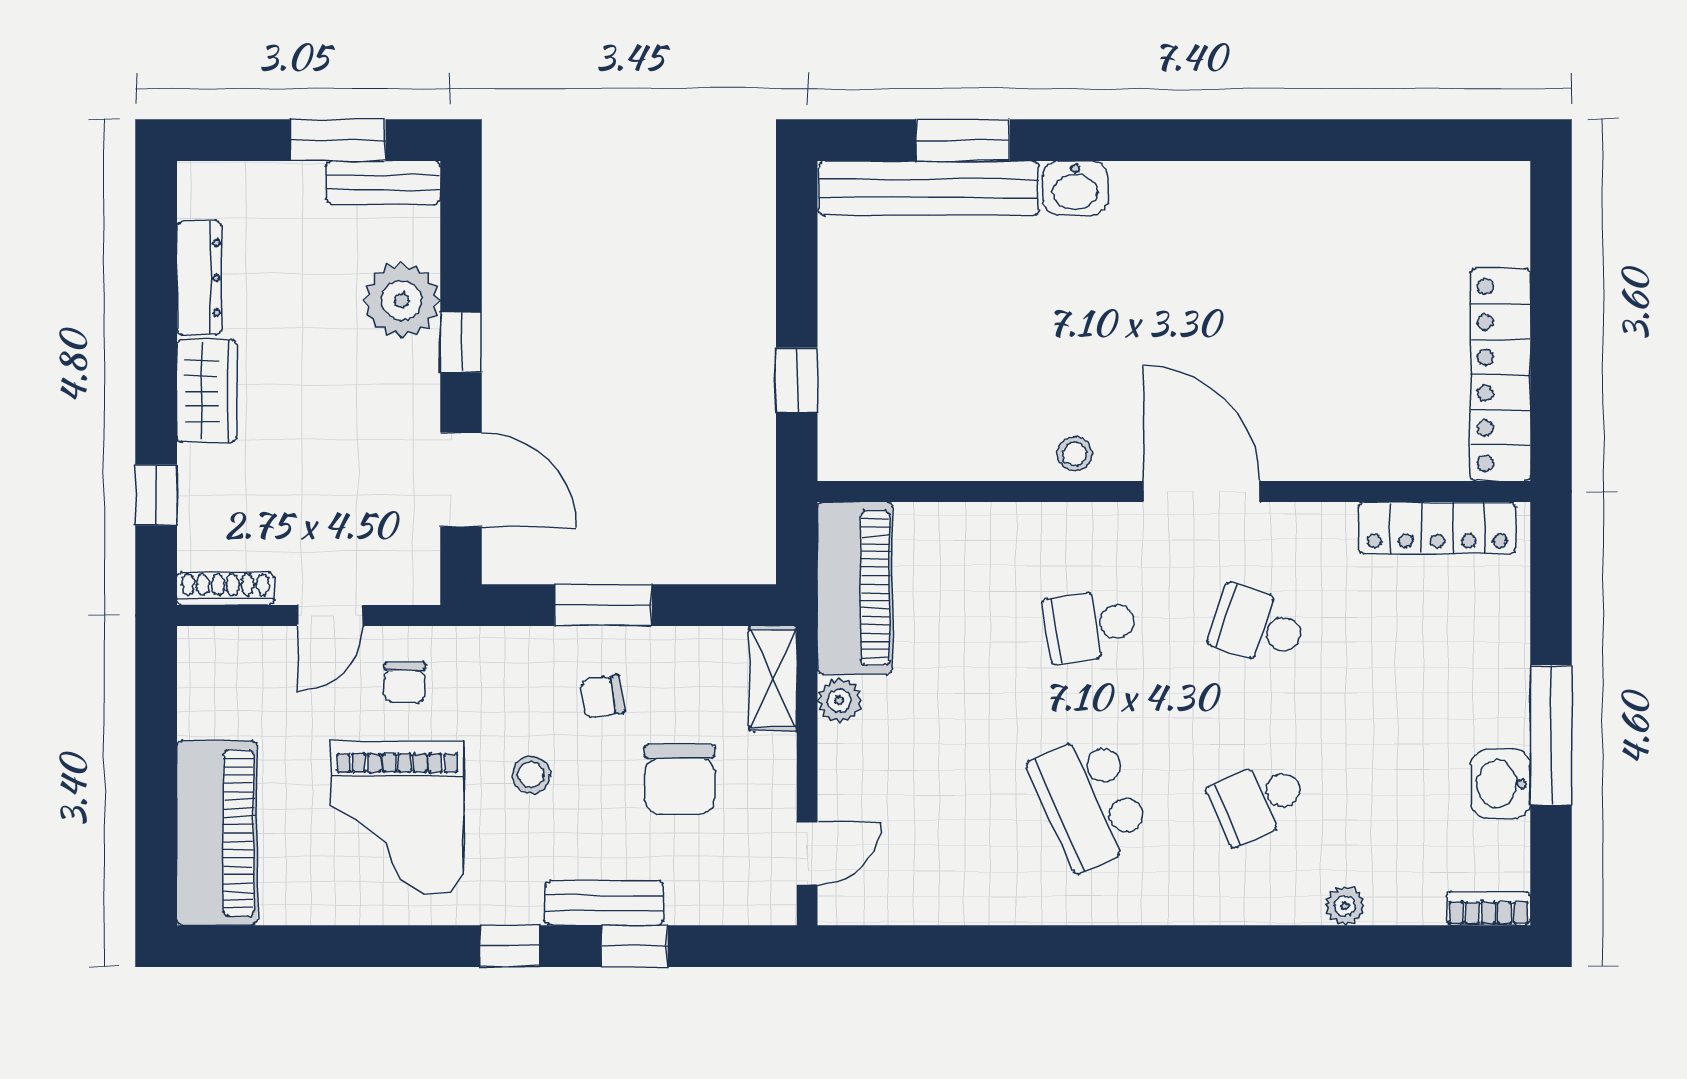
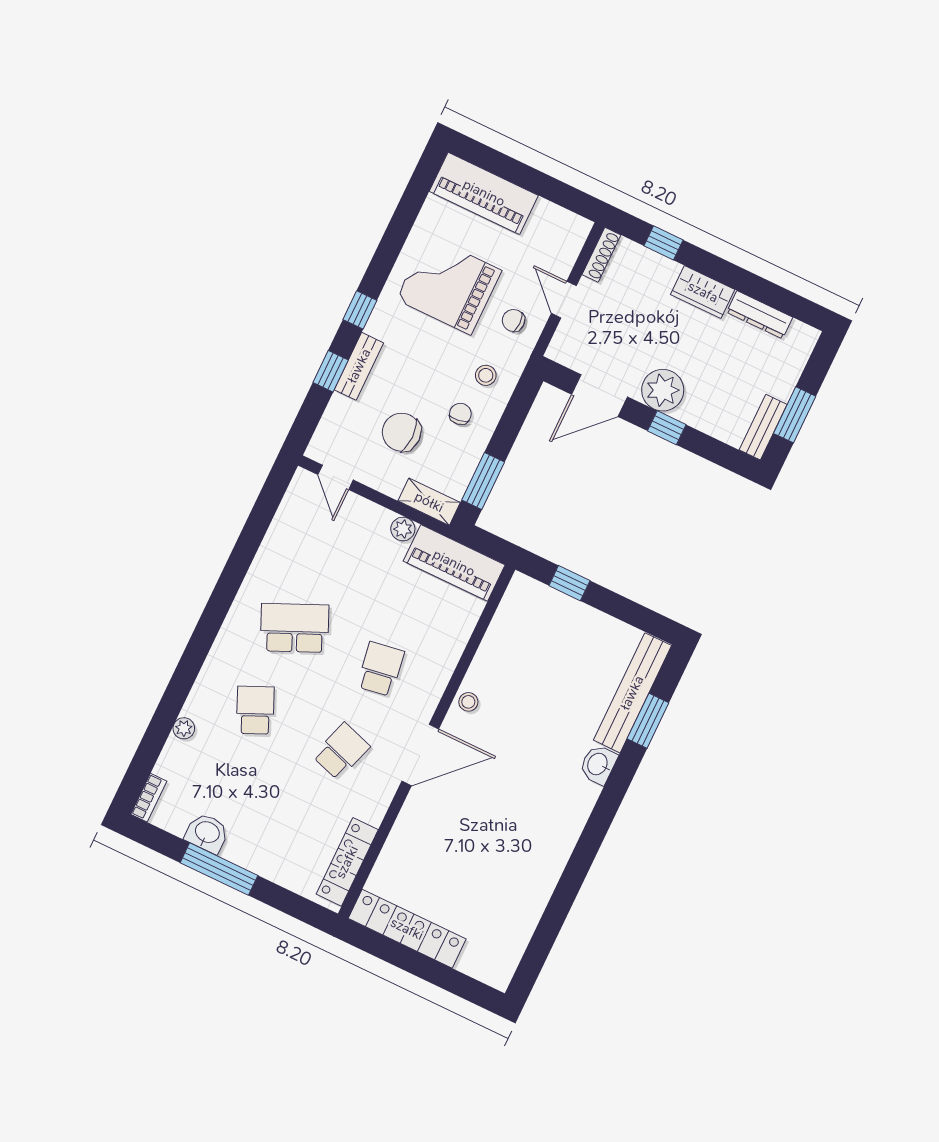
plant: (402, 300) -> (663, 390), moved
window: (603, 605) -> (483, 481), moved
stool: (531, 774) -> (486, 375), moved

